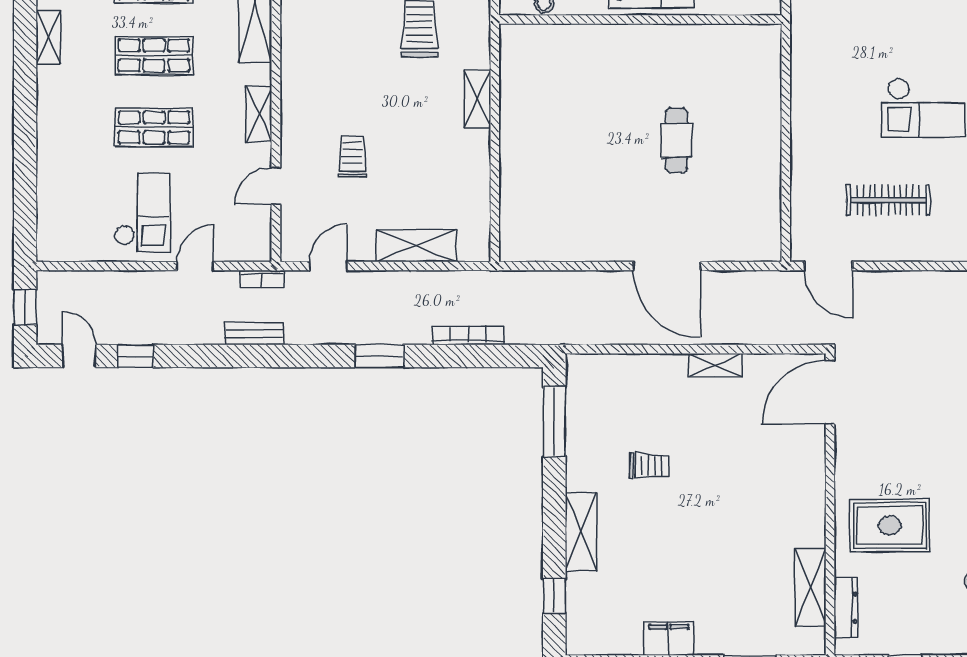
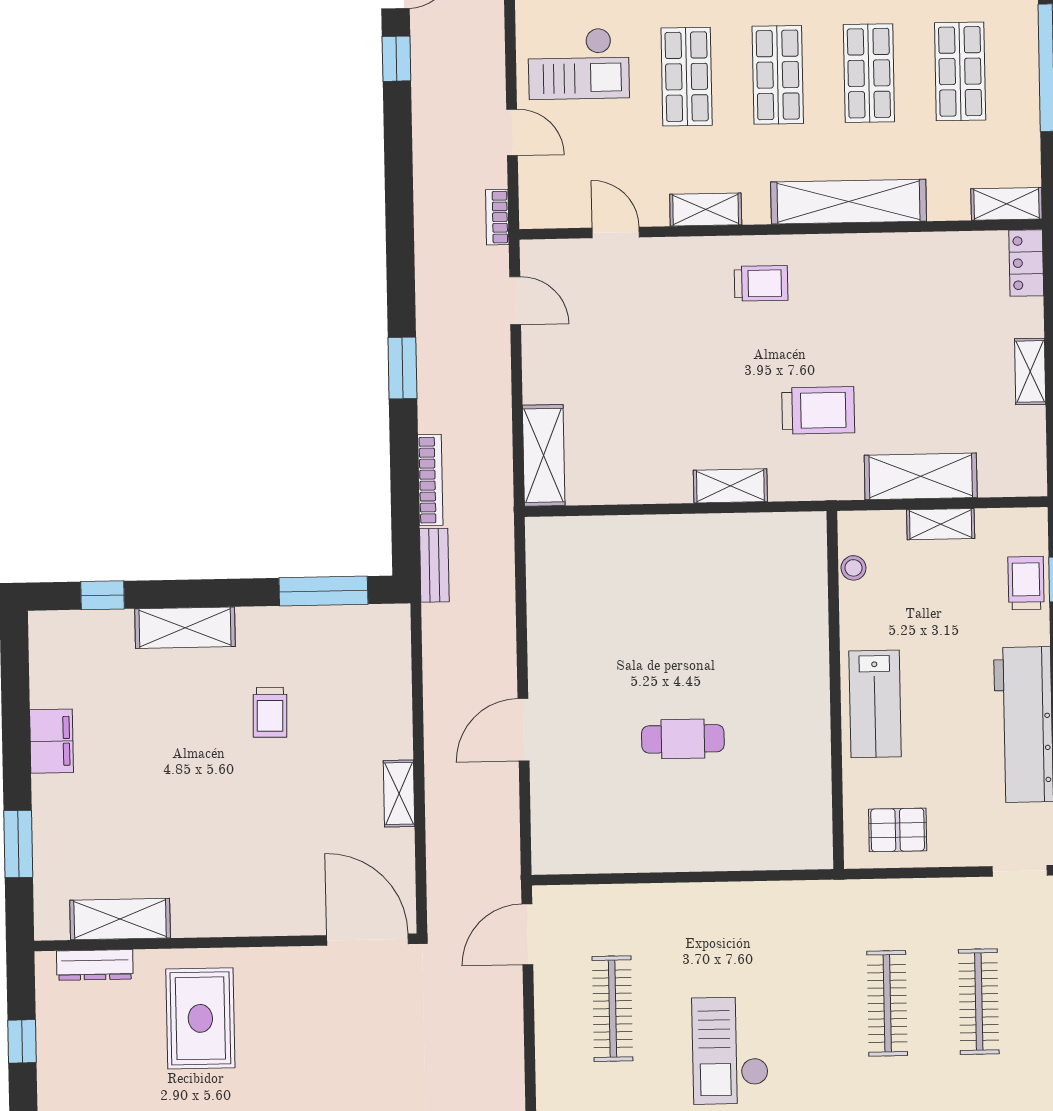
trolley: (352, 156) -> (761, 283), moved
shelving: (416, 246) -> (544, 455), moved
door: (667, 266) -> (523, 730), width x0.73
bench: (254, 334) -> (434, 565), moved

